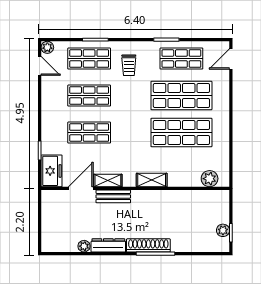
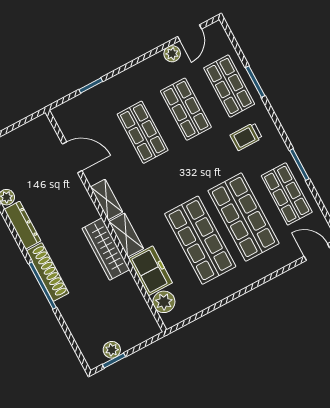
plant: (47, 47) -> (172, 54), moved
freezer: (52, 171) -> (151, 271), moved, turned -90
shelving: (108, 181) -> (106, 200), moved
bench: (113, 196) -> (83, 200), removed
wardrobe: (154, 199) -> (106, 249), added

